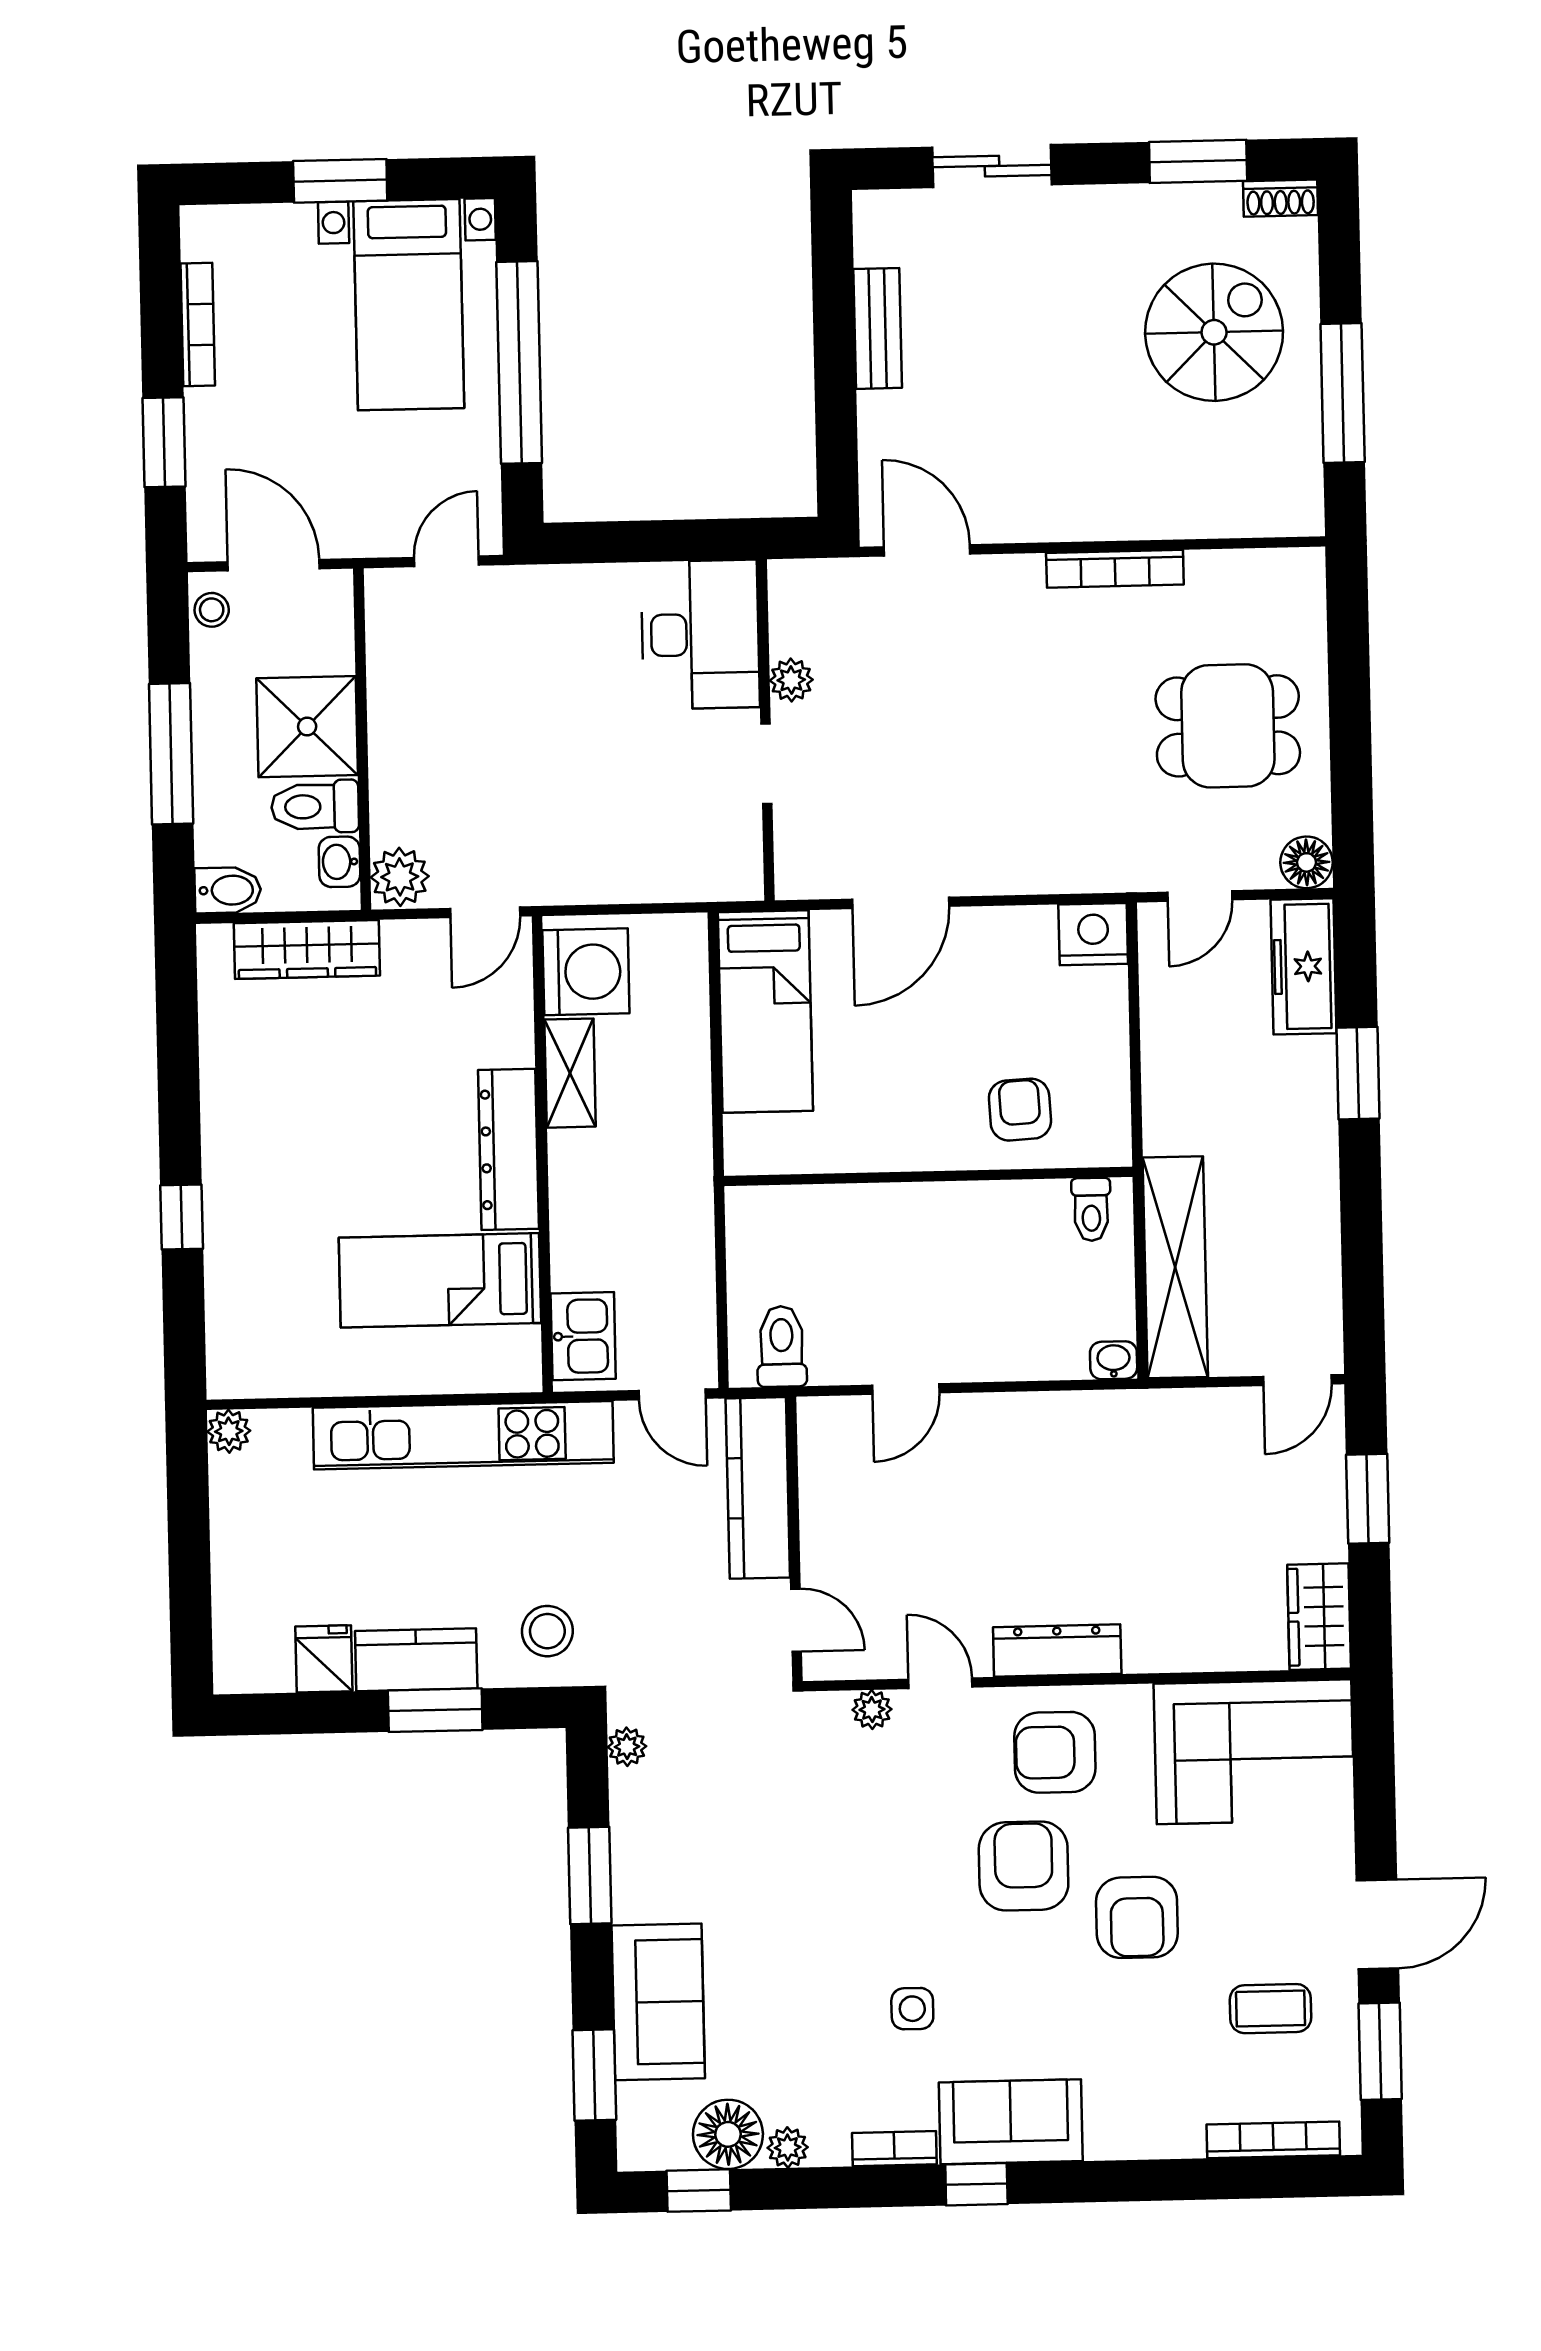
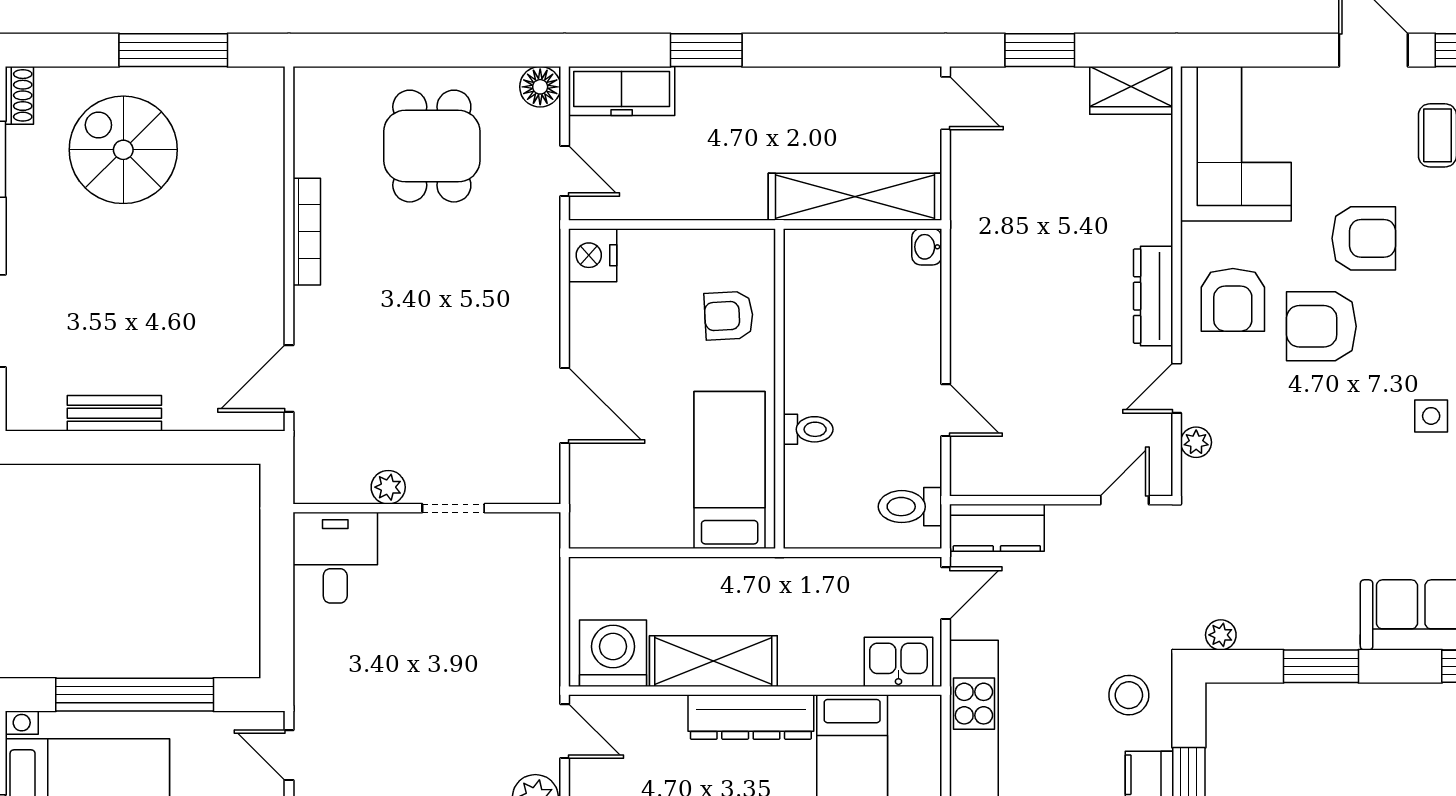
desk: (700, 635) -> (335, 558), width x0.73
bed: (765, 1011) -> (730, 470), moved, turned -90
shelving: (570, 1073) -> (713, 661), width x1.50, depth x1.33
toilet: (1091, 1209) -> (808, 429), moved
kitchen counter: (758, 1488) -> (997, 528), width x0.67

